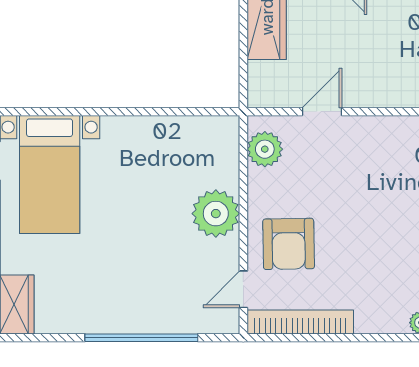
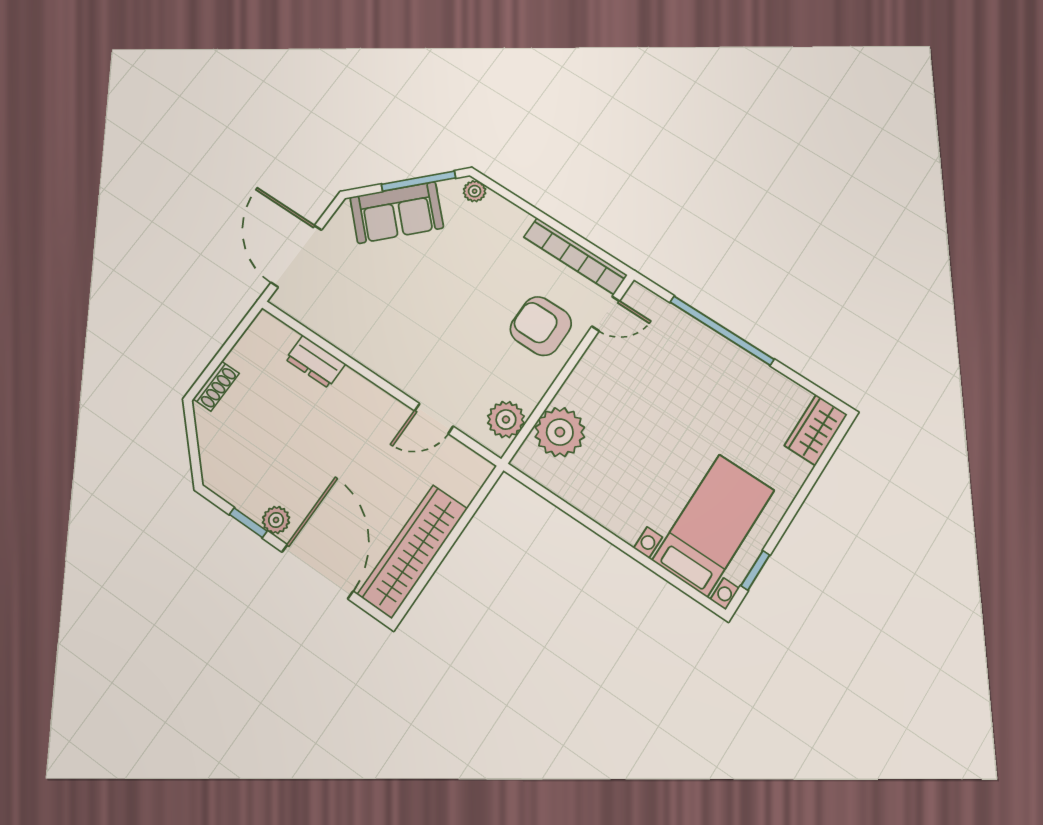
plant: (216, 214) -> (560, 432), moved
armchair: (289, 244) -> (541, 326), turned -89

